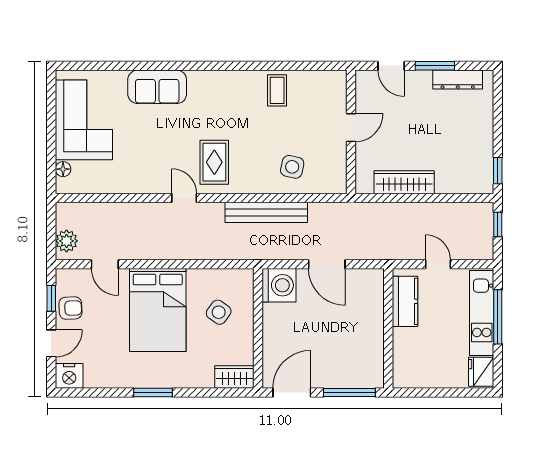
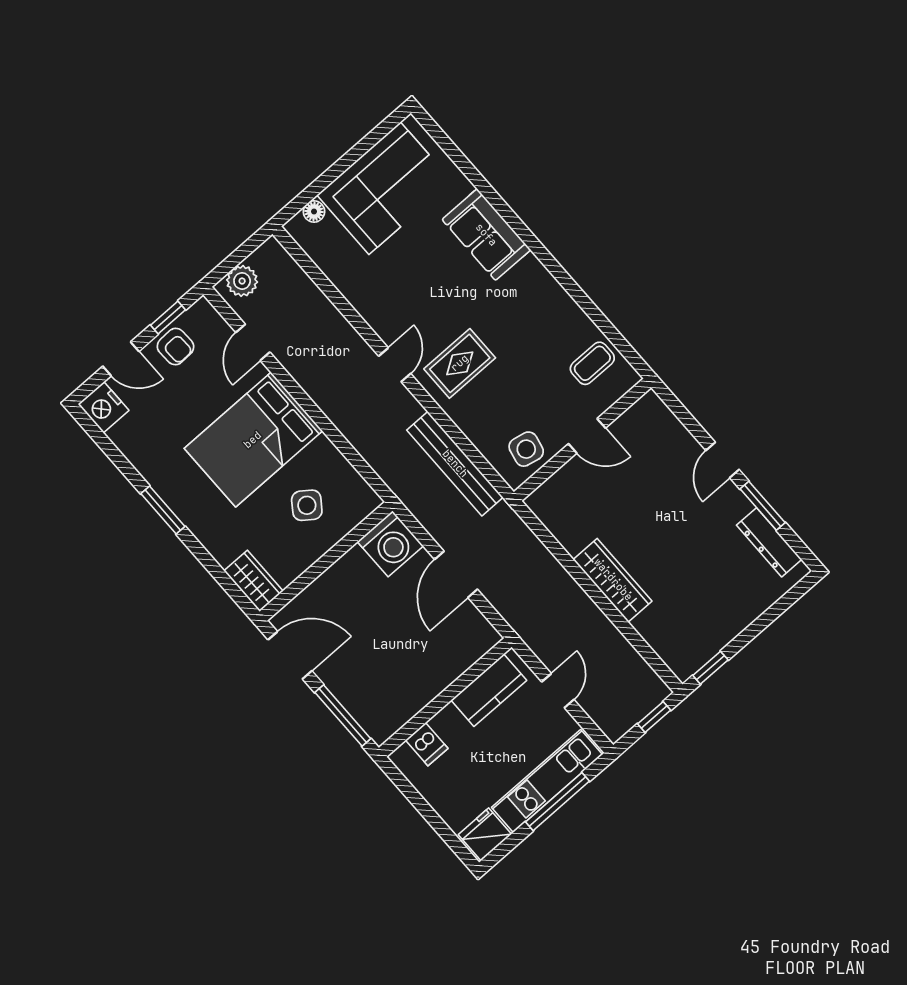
door: (351, 128) -> (587, 436), moved
wall: (351, 132) -> (583, 440), moved
dishwasher: (405, 361) -> (427, 744), added

